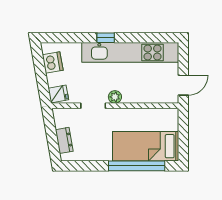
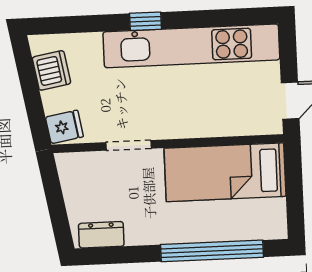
plant: (115, 97) -> (167, 128), removed
dresser: (64, 140) -> (101, 235), moved, turned -80
bed: (146, 146) -> (225, 172), moved

